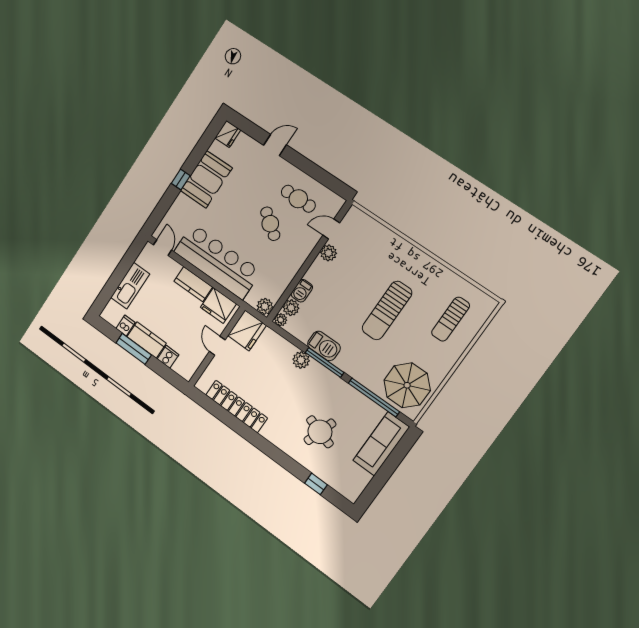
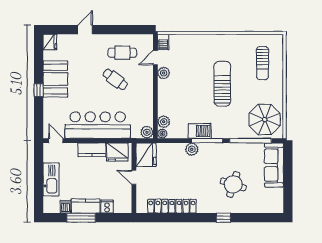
barbecue: (302, 291) -> (163, 42), moved
sun lounger: (387, 311) -> (222, 84), turned 180
window: (316, 484) -> (223, 218), moved

